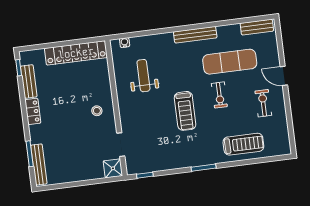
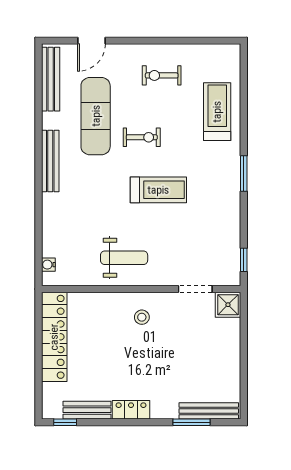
bench: (257, 27) -> (51, 79), width x1.36
weight bench: (143, 76) -> (124, 258), moved, turned 180
door: (284, 76) -> (91, 41), moved

